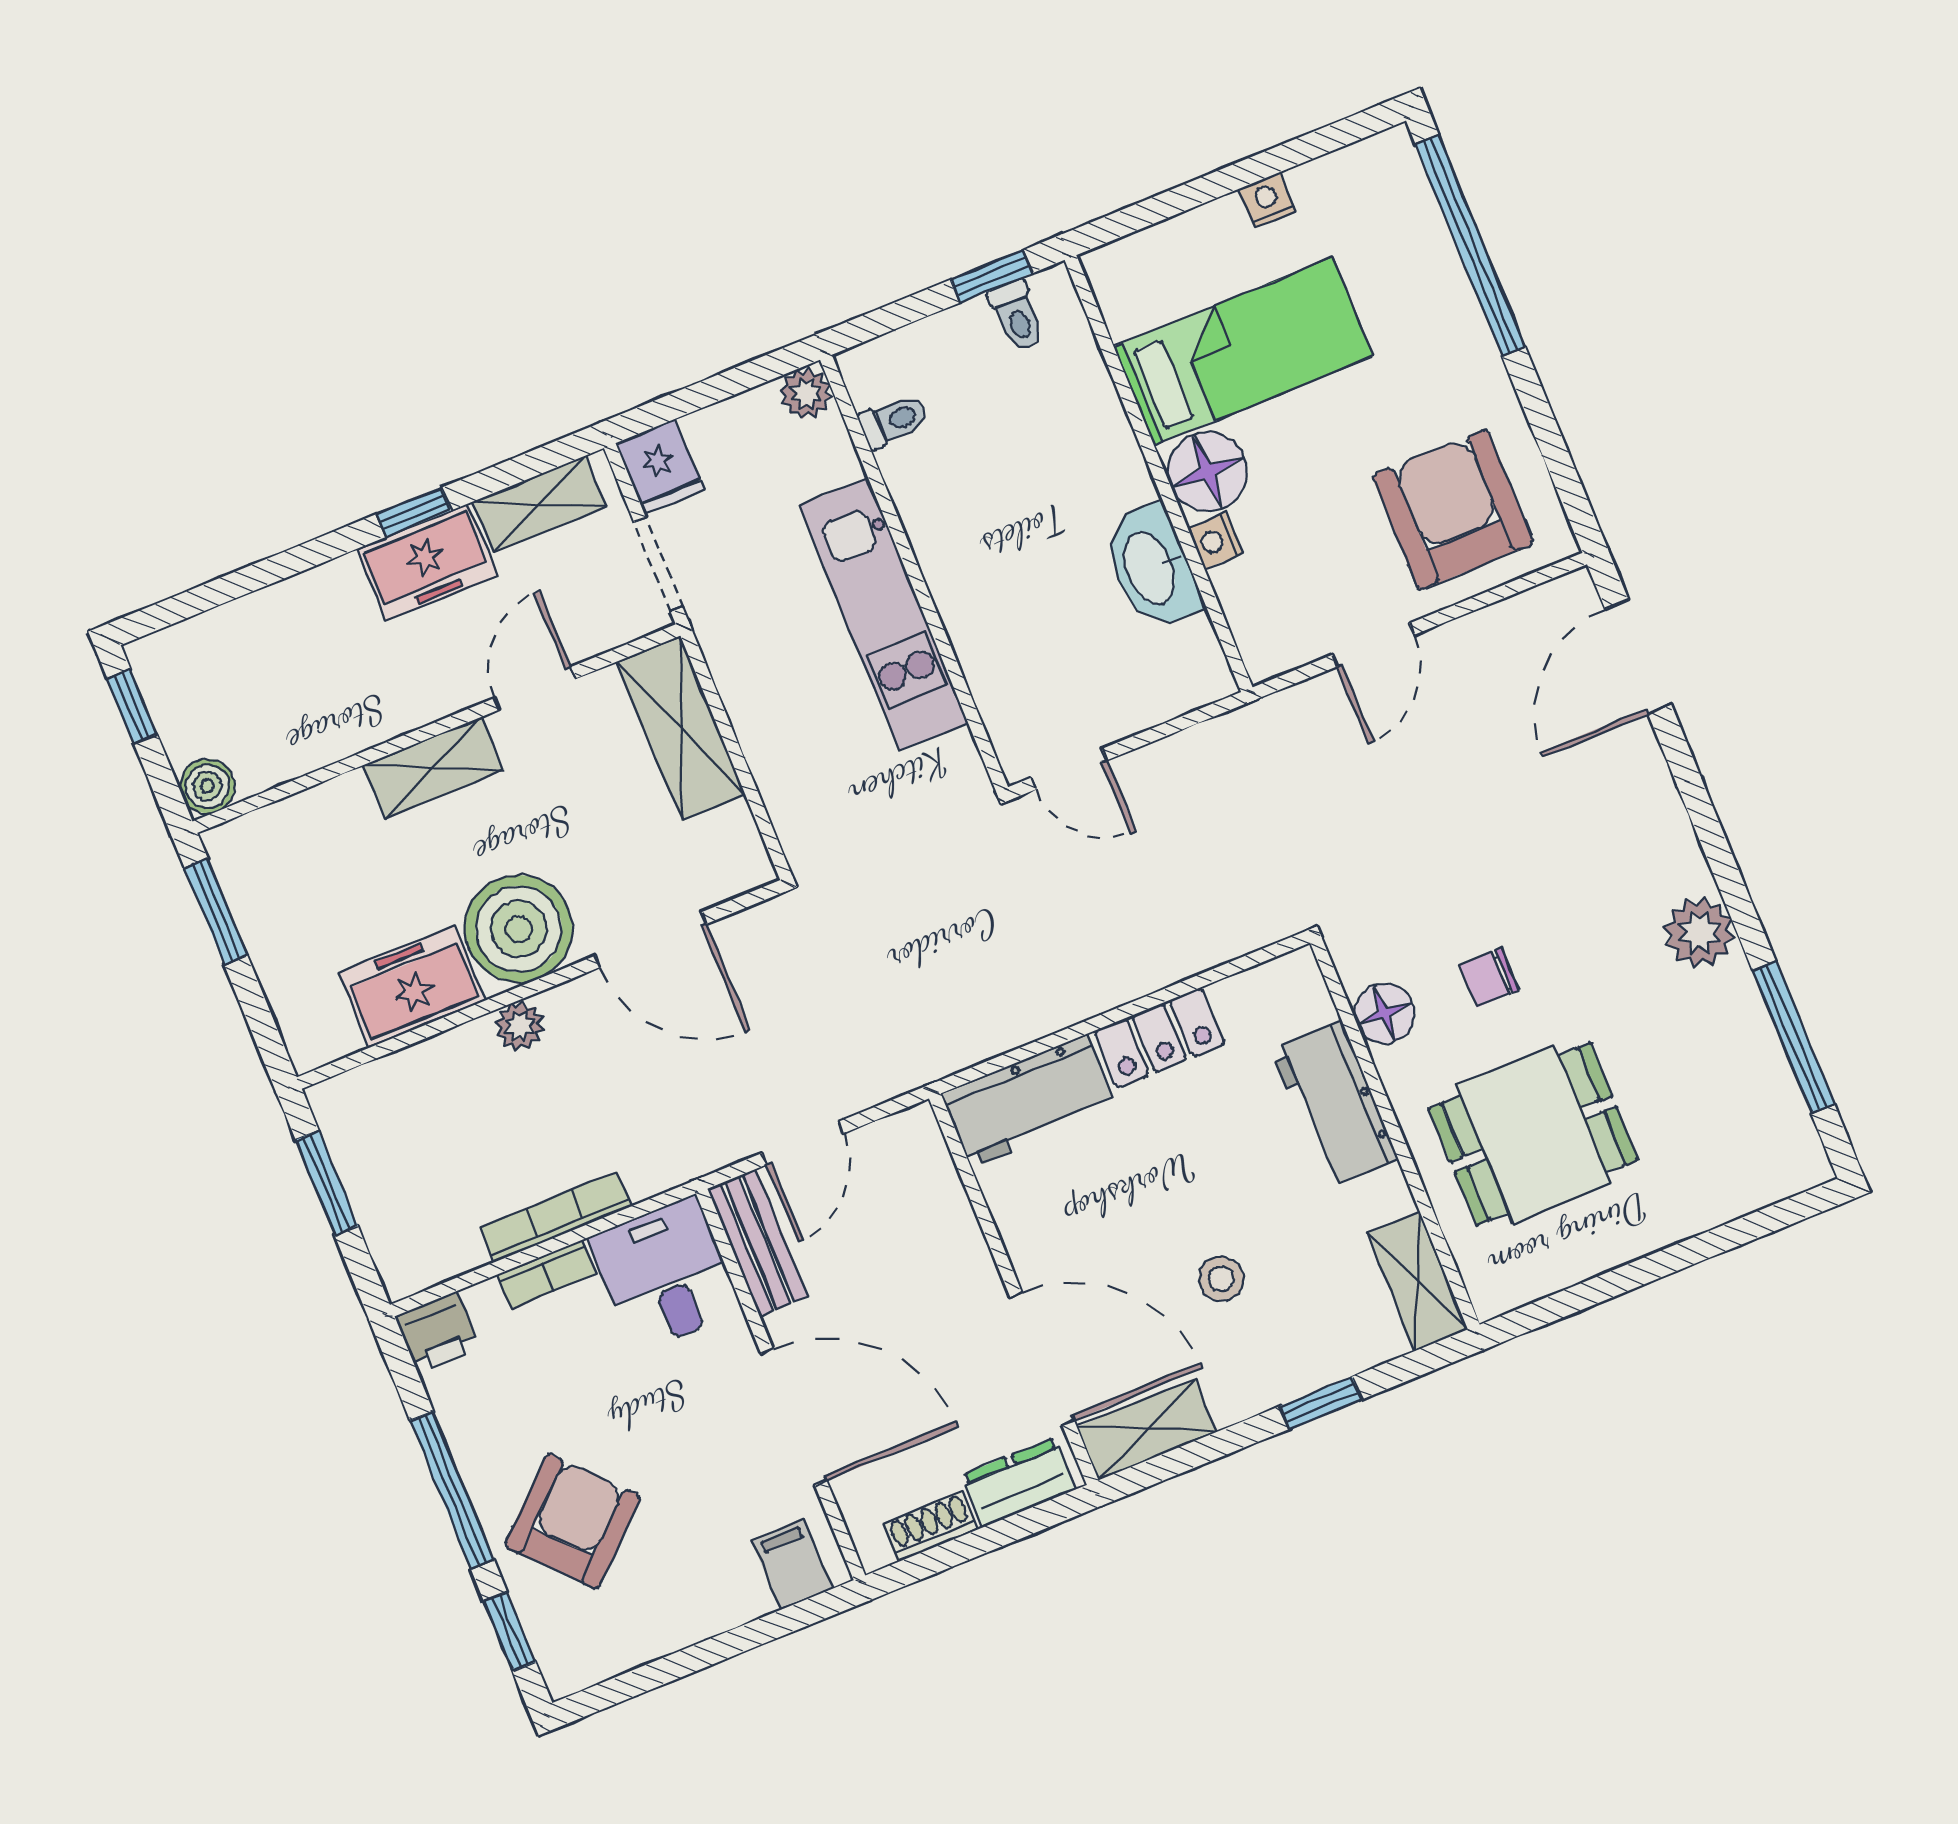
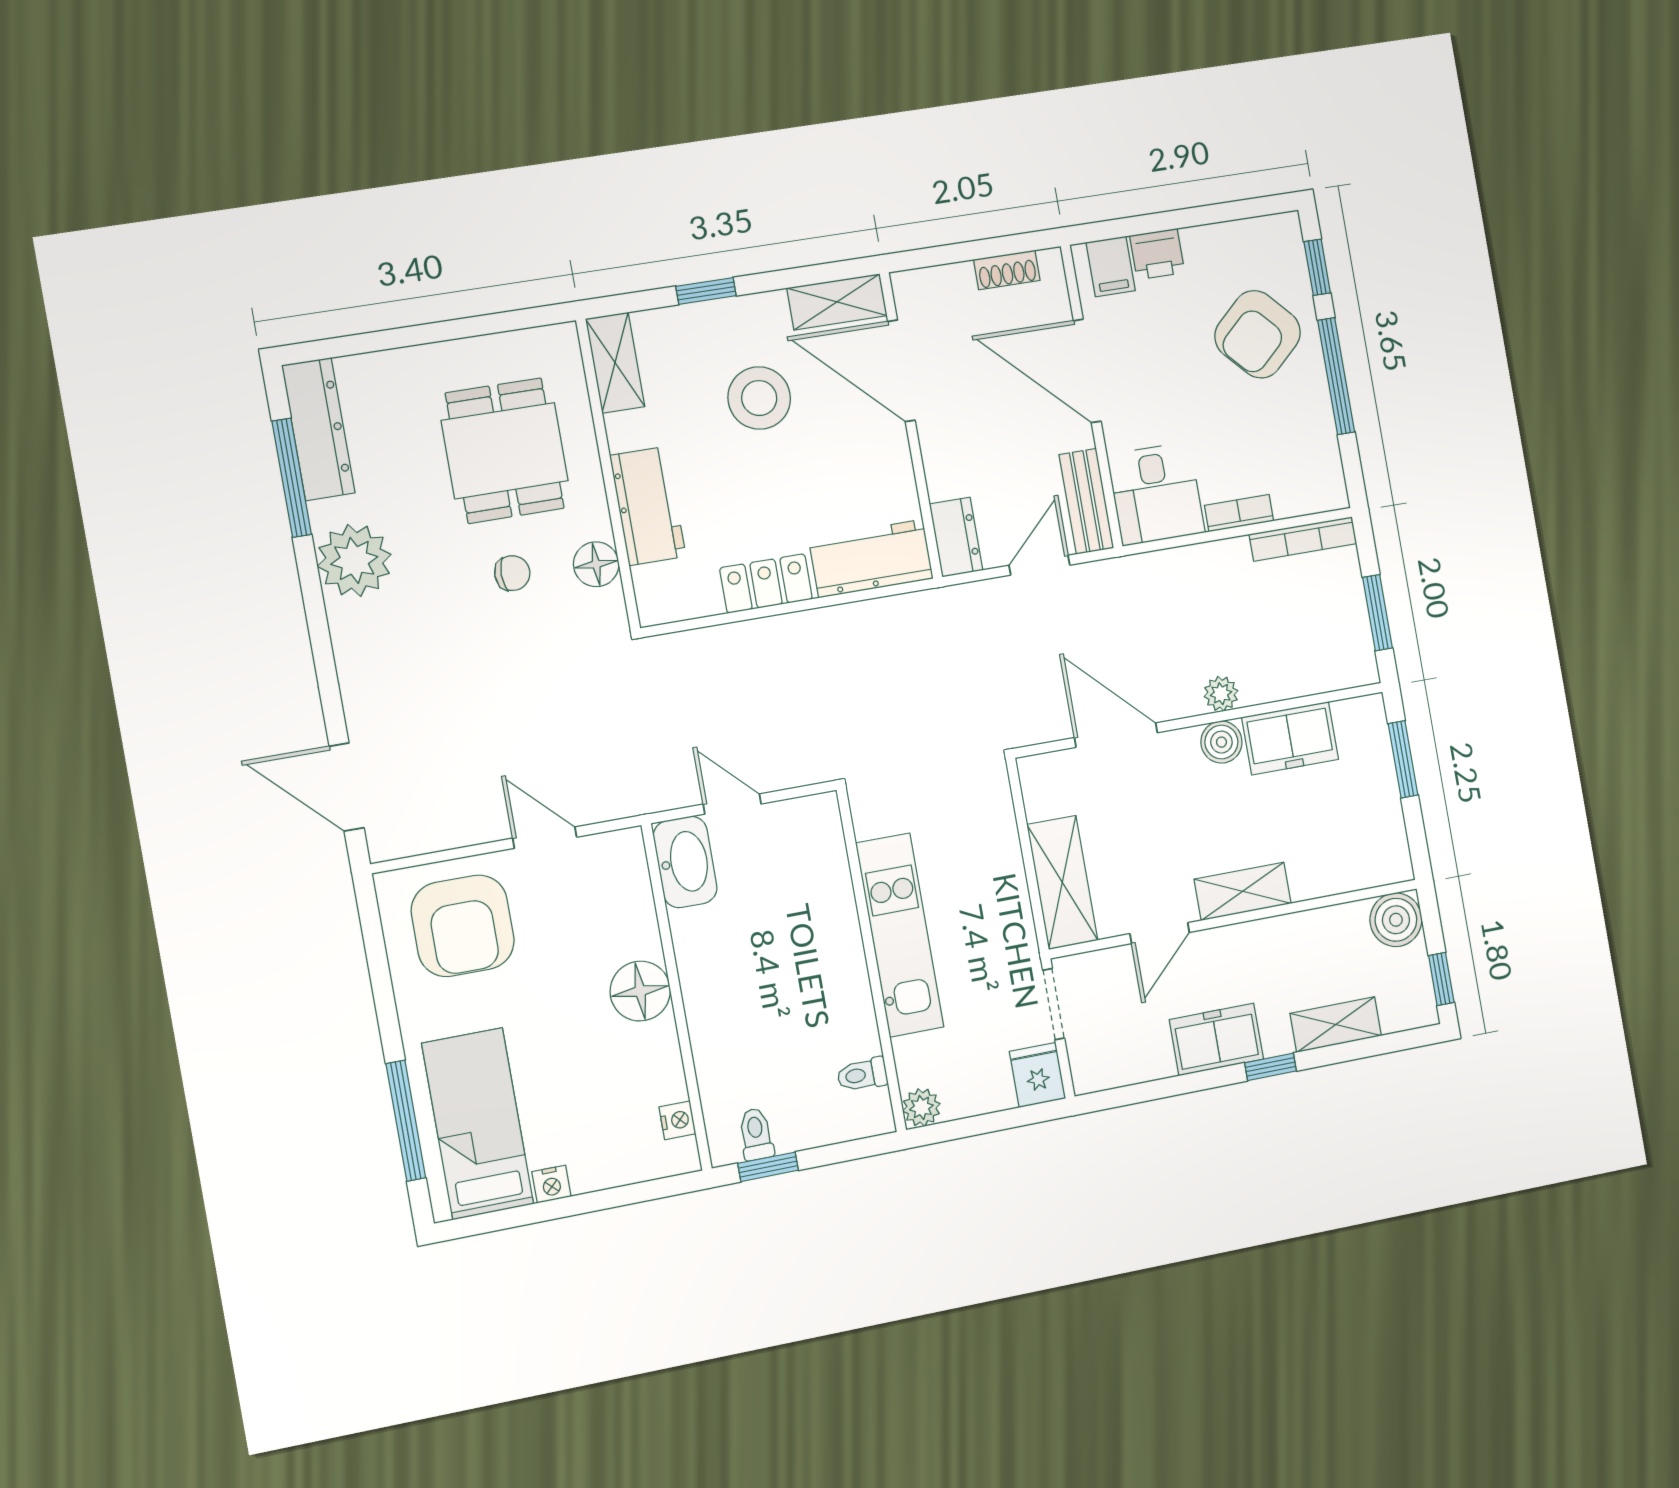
window: (1470, 245) -> (406, 1121), width x0.68
bed: (1243, 352) -> (478, 1124), moved, turned 90
shelving: (539, 504) -> (1336, 1025), moved
window: (413, 512) -> (1271, 1067), moved
nightstand: (1215, 541) -> (677, 1120), moved
washbasin: (1151, 567) -> (685, 862), moved
door: (1373, 645) -> (545, 838), hinge flipped
door: (1638, 657) -> (347, 787), swing flipped
door: (1069, 769) -> (732, 804), moved
boiler: (207, 786) -> (1396, 920), width x1.36, depth x1.36
window: (216, 912) -> (1403, 759), moved
boiler: (519, 929) -> (1221, 742), width x0.54, depth x0.54
plant: (1699, 932) -> (354, 560), width x1.36, depth x1.36
dresser: (1774, 1107) -> (318, 429), added
dining table: (1533, 1134) -> (505, 451), turned 90
bookcase: (556, 1217) -> (1303, 539), moved
stool: (1221, 1279) -> (759, 398), width x1.89, depth x1.89
printer: (437, 1332) -> (1157, 254), moved, turned 180
dresser: (1019, 1482) -> (956, 537), moved, turned -90

